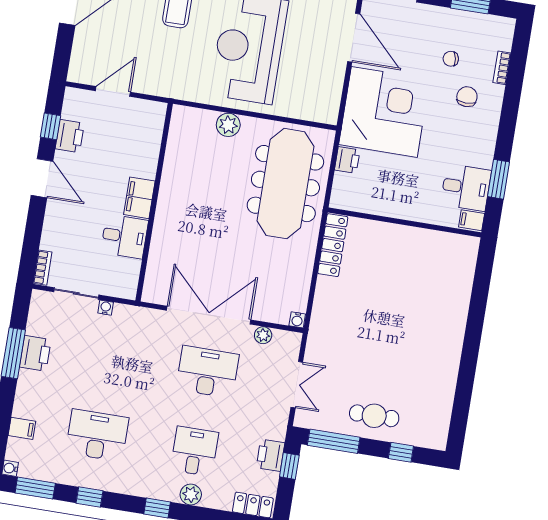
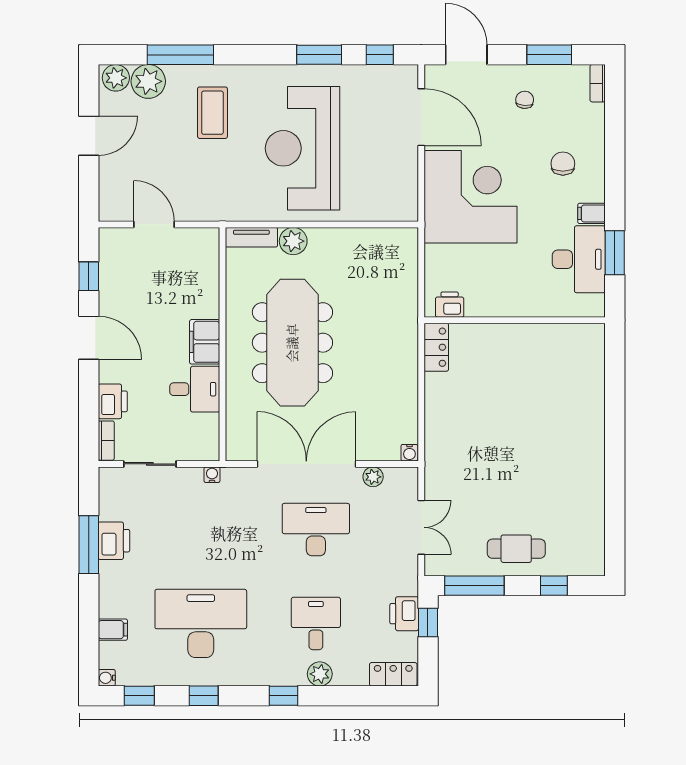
chair: (451, 59) -> (525, 100), moved, turned 104
bookcase: (502, 68) -> (598, 83), moved
door: (113, 91) -> (154, 224), hinge flipped
tv unit: (193, 116) -> (251, 237), added
printer: (70, 136) -> (113, 401), moved
printer: (347, 160) -> (450, 305), moved, turned -90
meeting table: (285, 184) -> (292, 343), moved
desk: (466, 187) -> (579, 259), width x1.37
filing cabinet: (472, 220) -> (591, 213), moved
locker: (333, 245) -> (436, 347), width x0.66
water cooler: (106, 308) -> (212, 475), moved
desk: (97, 435) -> (201, 623), width x1.36, depth x1.30
window: (35, 488) -> (139, 696), width x0.67

